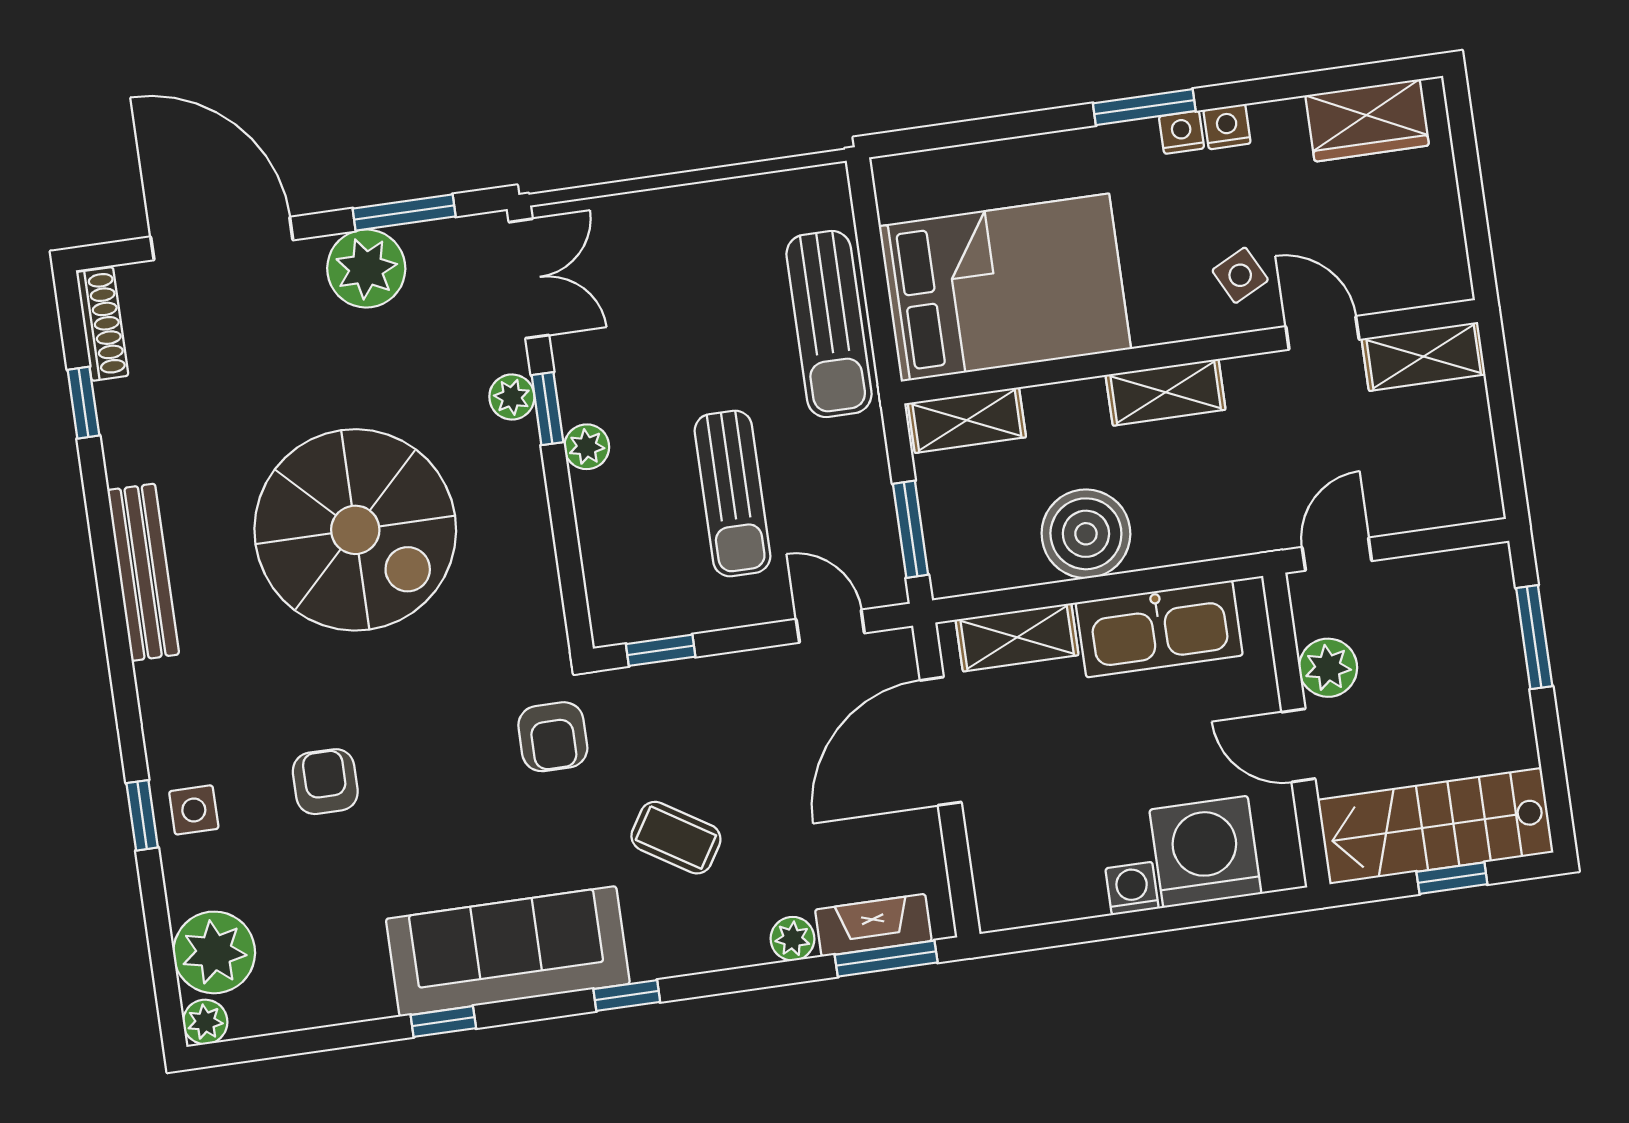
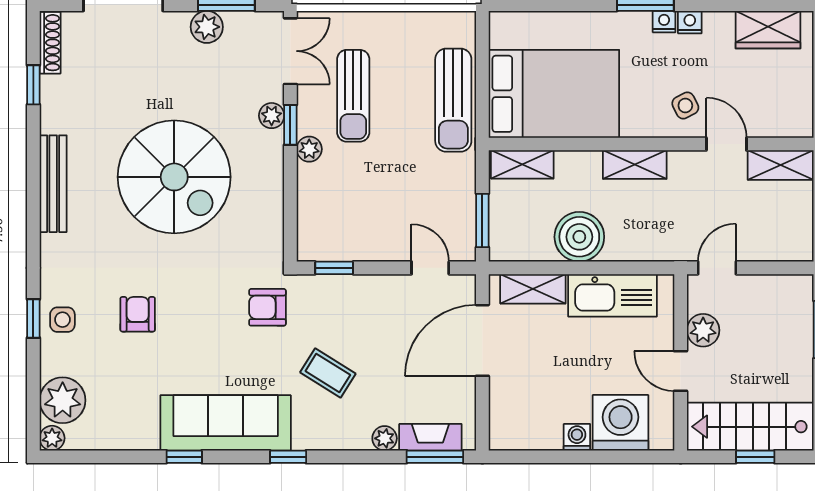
plant: (366, 268) -> (207, 27), width x0.73, depth x0.73
sun lounger: (732, 493) -> (353, 96), moved
armchair: (553, 737) -> (267, 307), turned 90

